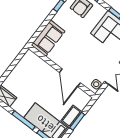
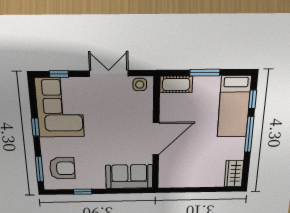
door: (70, 78) -> (156, 139), moved
cot: (71, 116) -> (176, 84), moved

